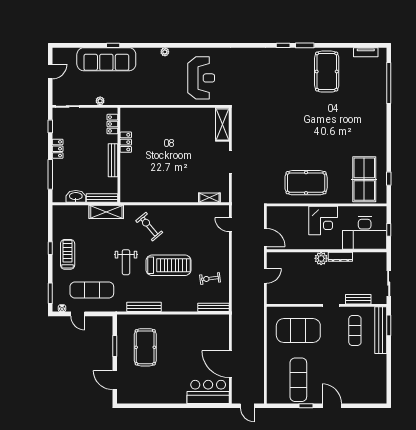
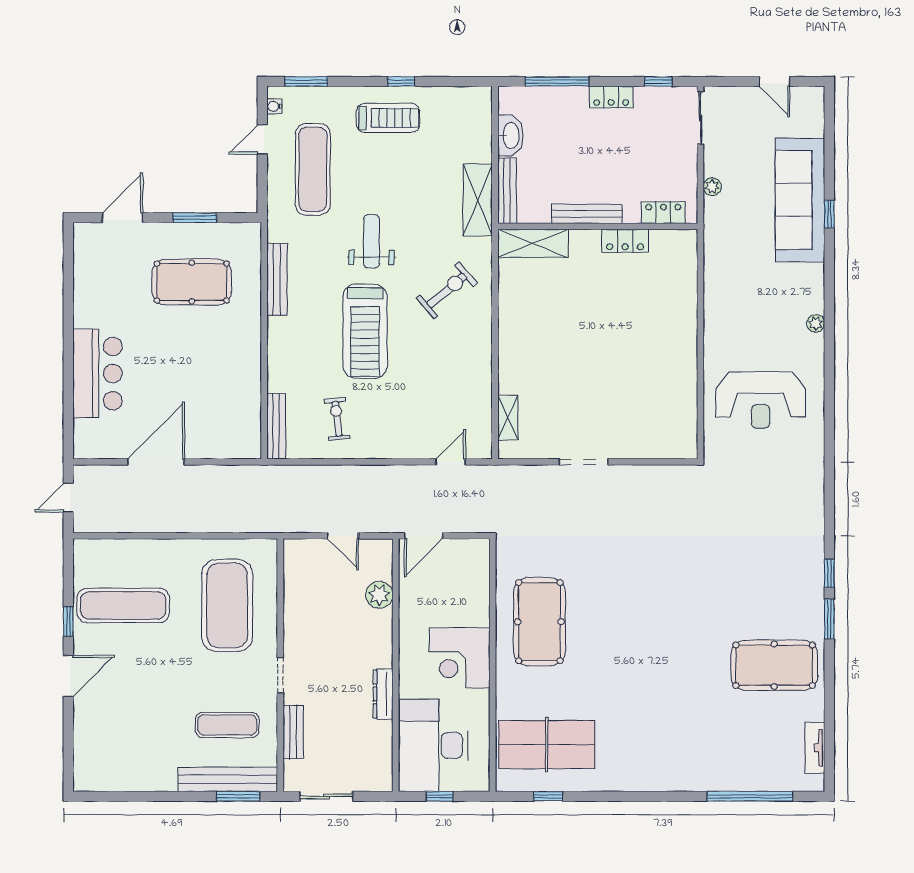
shelving: (222, 124) -> (533, 243), moved
plant: (321, 258) -> (379, 595), moved
weight bench: (126, 262) -> (371, 241), turned 90
bar counter: (208, 392) -> (98, 374), moved

